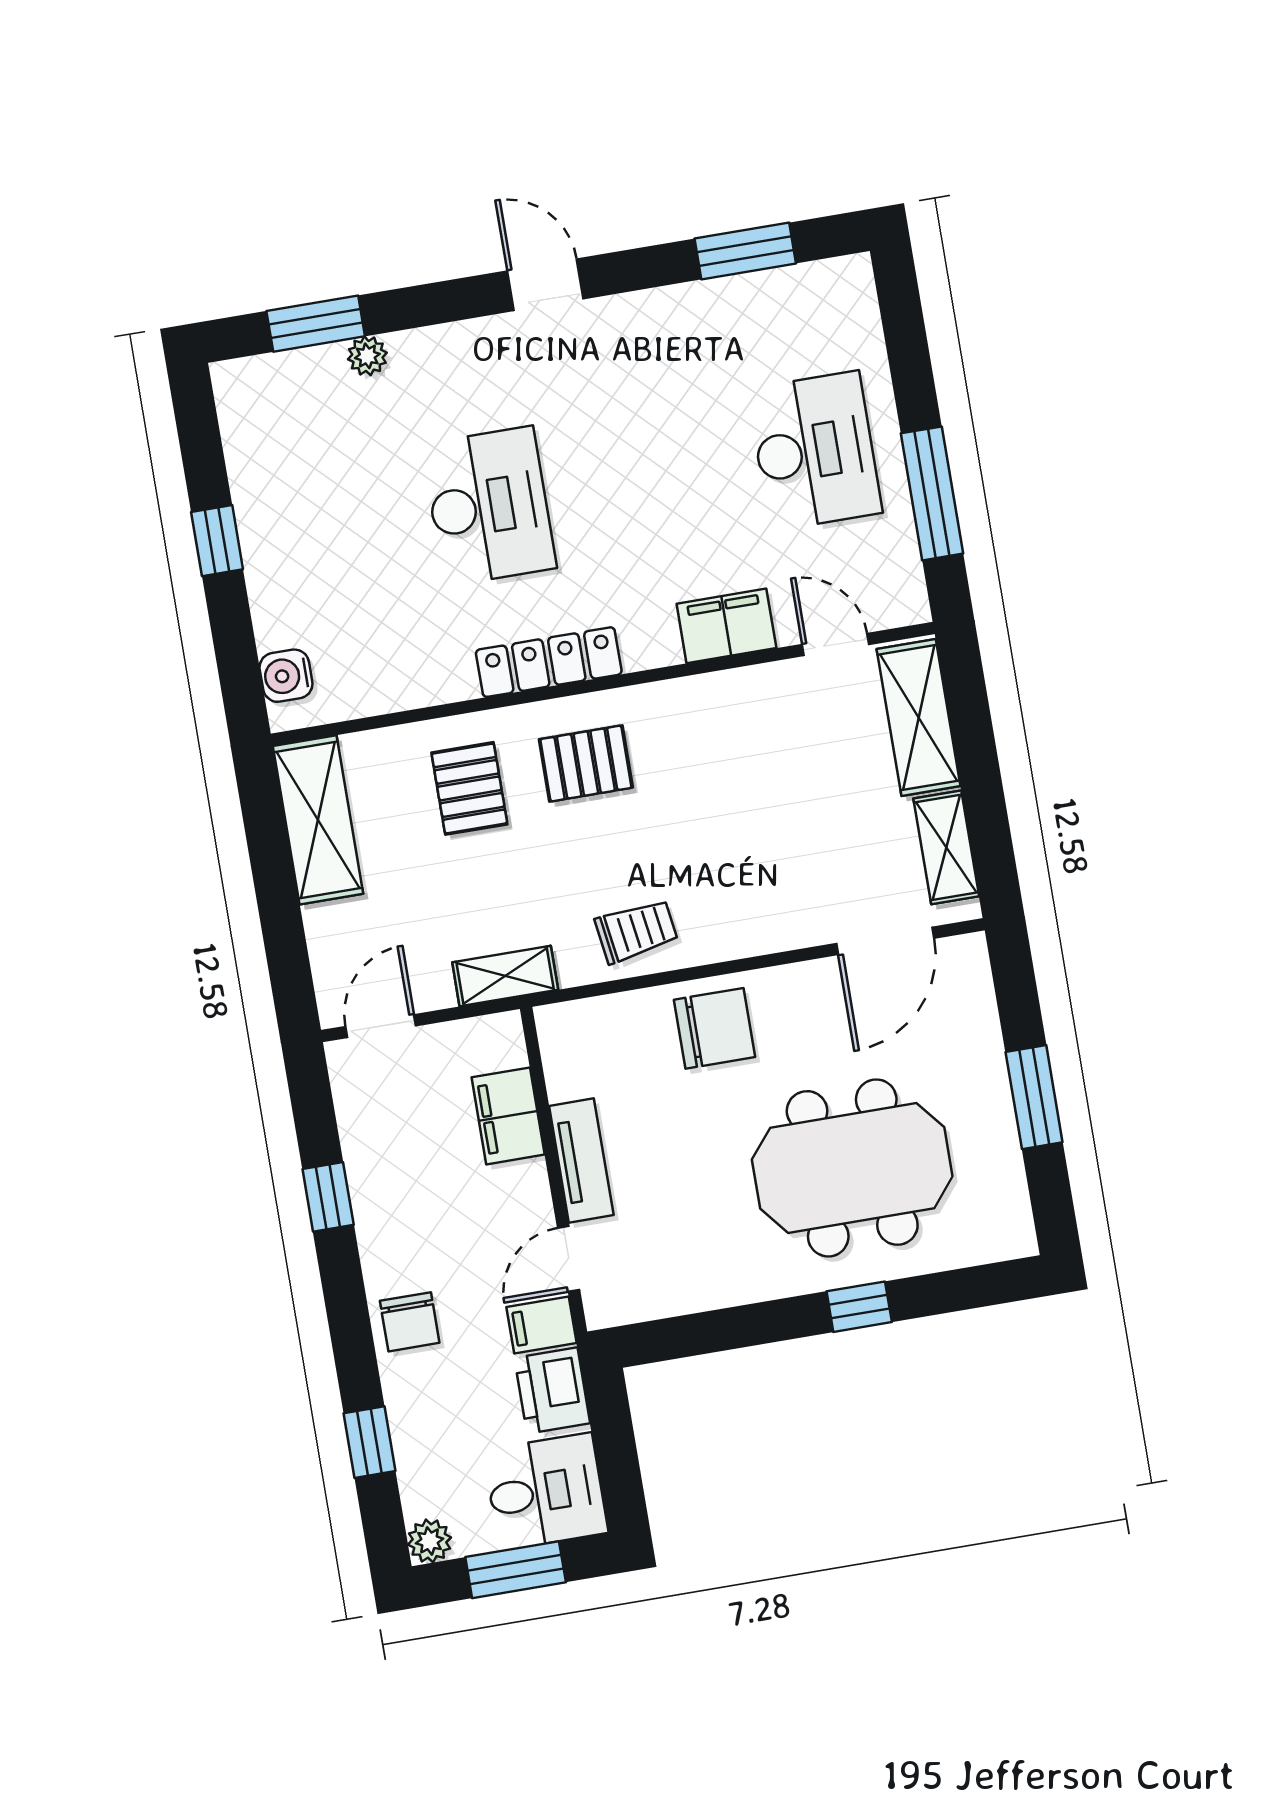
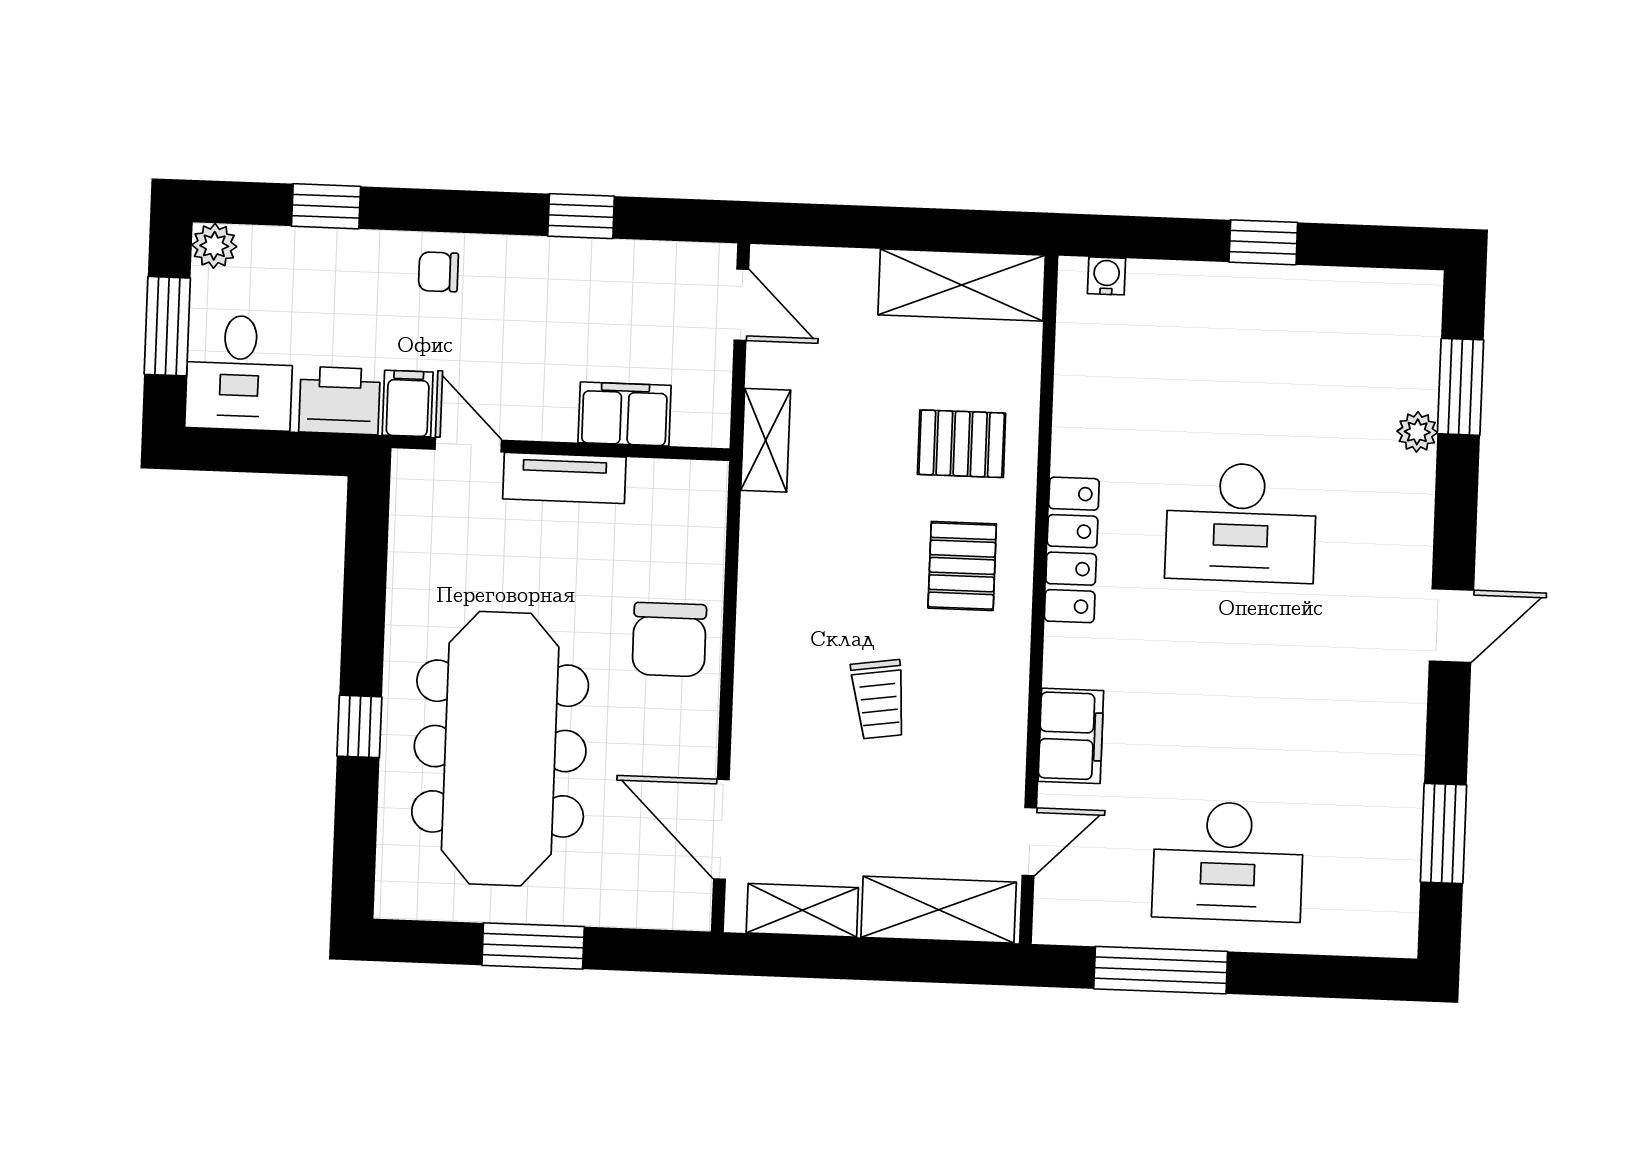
water cooler: (286, 676) -> (1107, 276), width x0.72, depth x0.72
trolley: (636, 931) -> (879, 699), moved
meeting table: (852, 1168) -> (500, 749), width x1.36
chair: (410, 1322) -> (438, 272), width x0.73, depth x0.73

